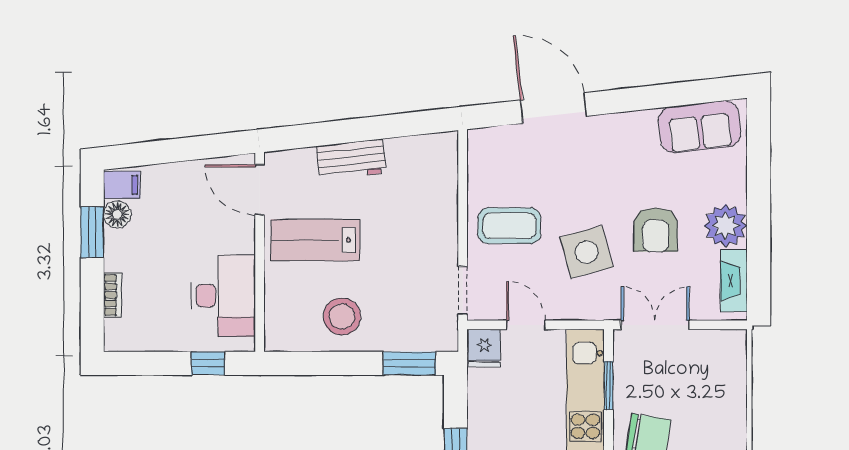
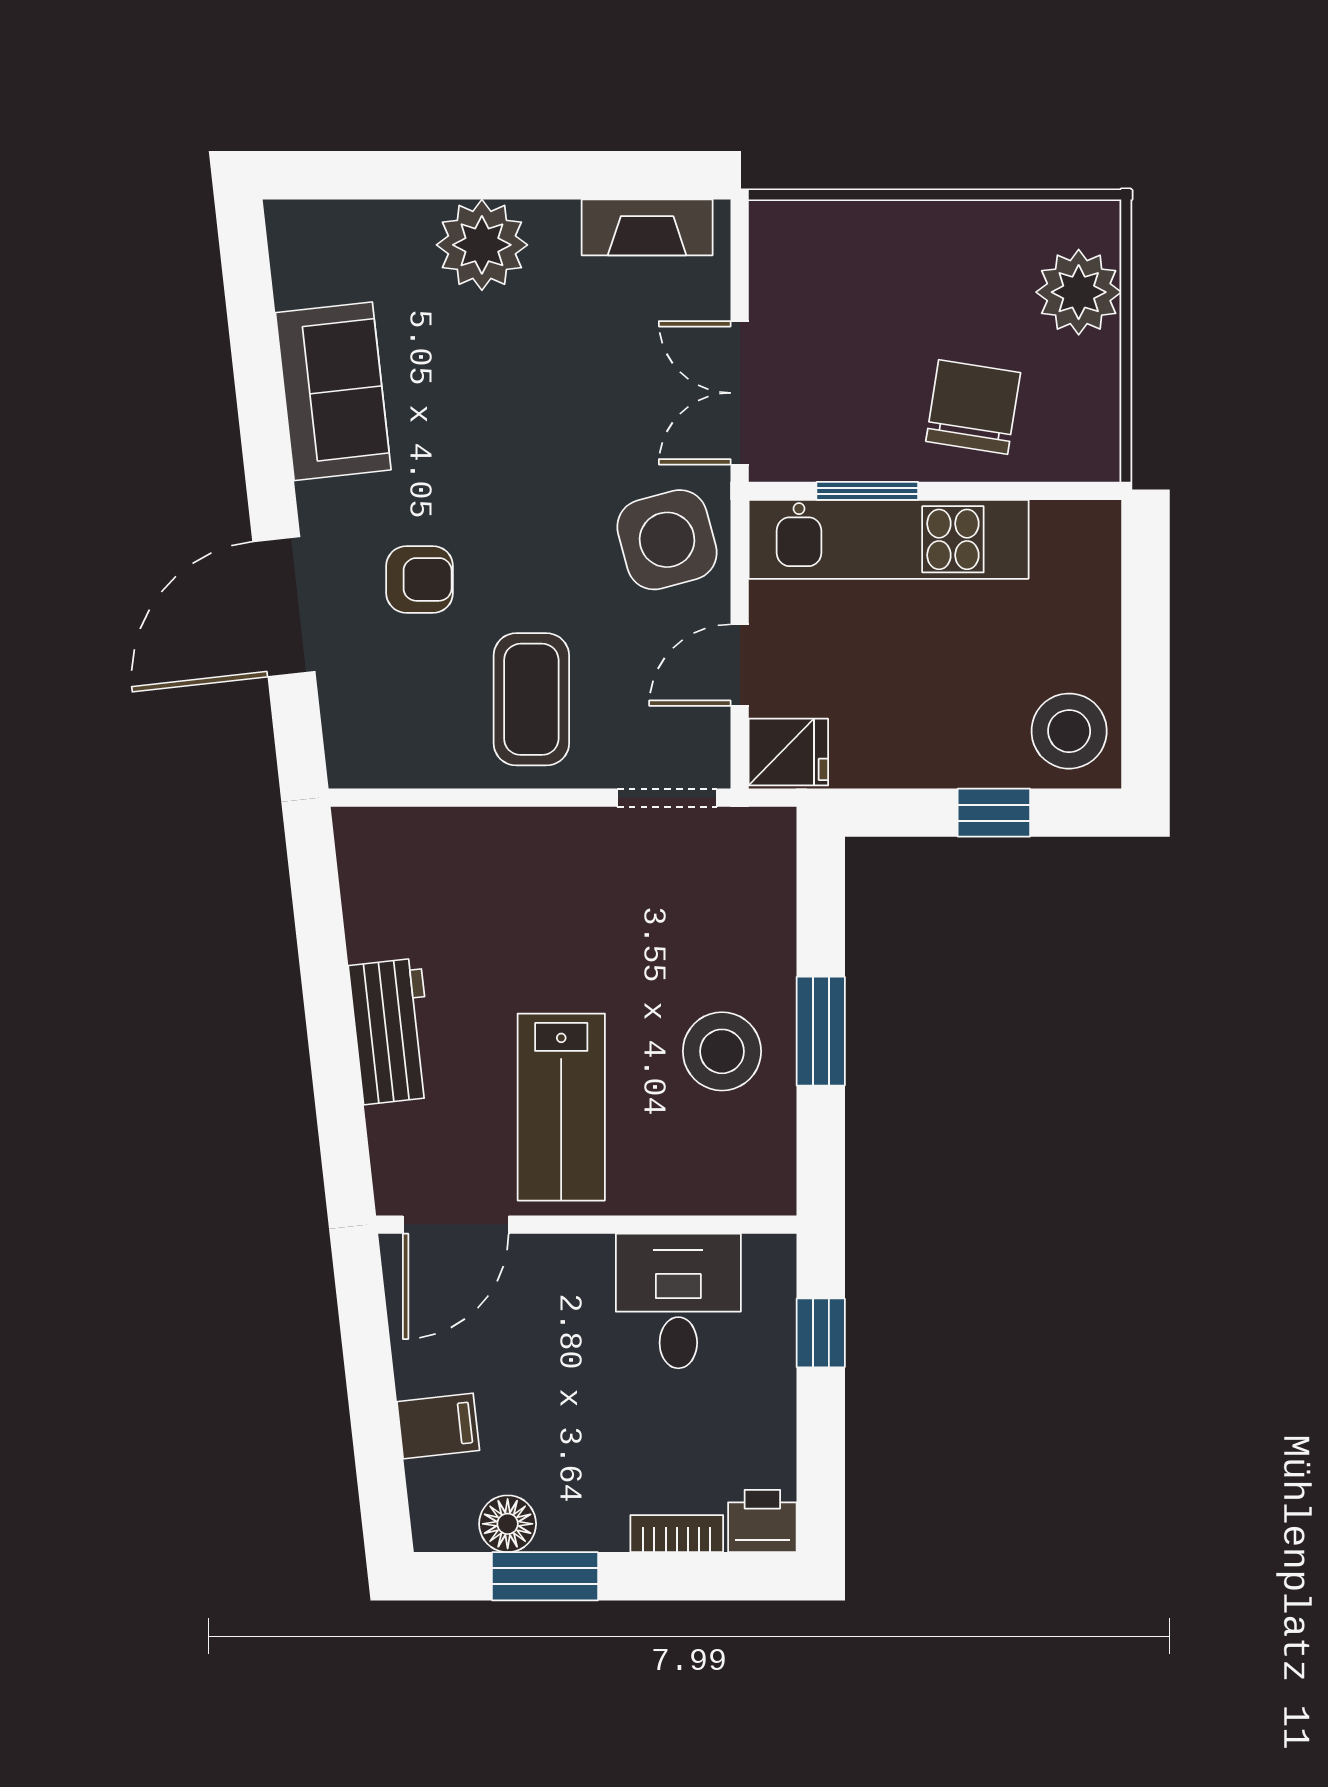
sofa: (700, 127) -> (333, 391), moved
filing cabinet: (122, 185) -> (438, 1426), moved, turned 84
plant: (726, 226) -> (482, 245), moved
armchair: (656, 230) -> (420, 579), moved, width x0.72, depth x0.72
side table: (587, 252) -> (667, 540), moved
desk: (223, 296) -> (678, 1301), width x0.73
printer: (119, 336) -> (762, 1521), added
window: (409, 363) -> (821, 1031), moved

